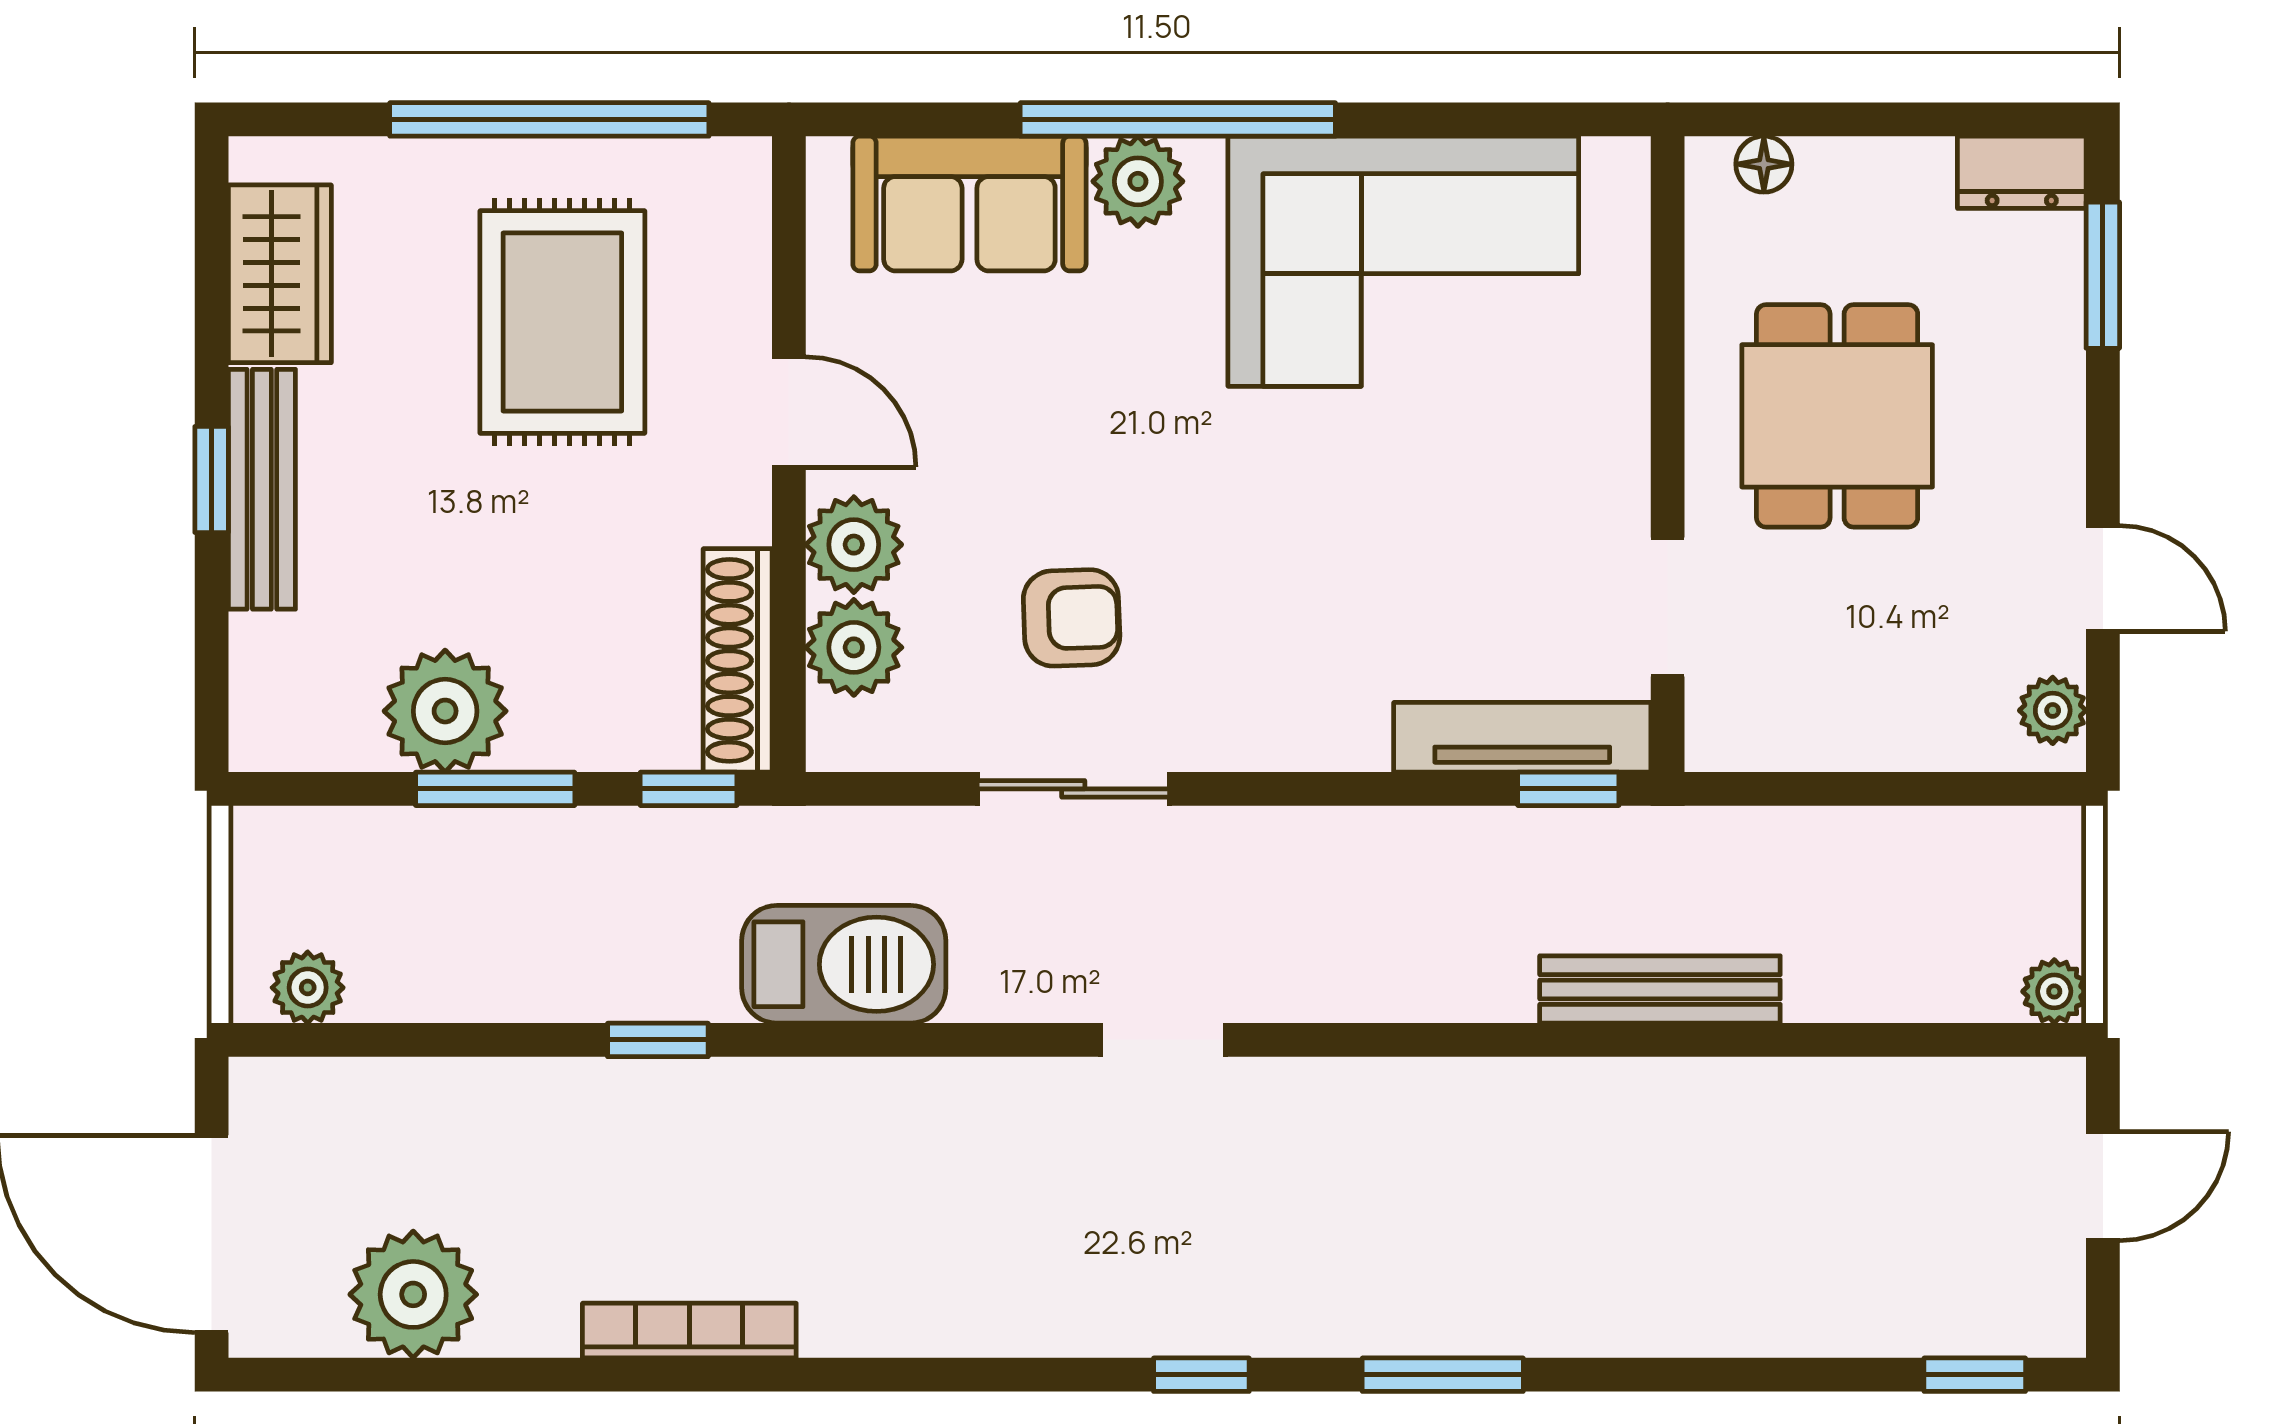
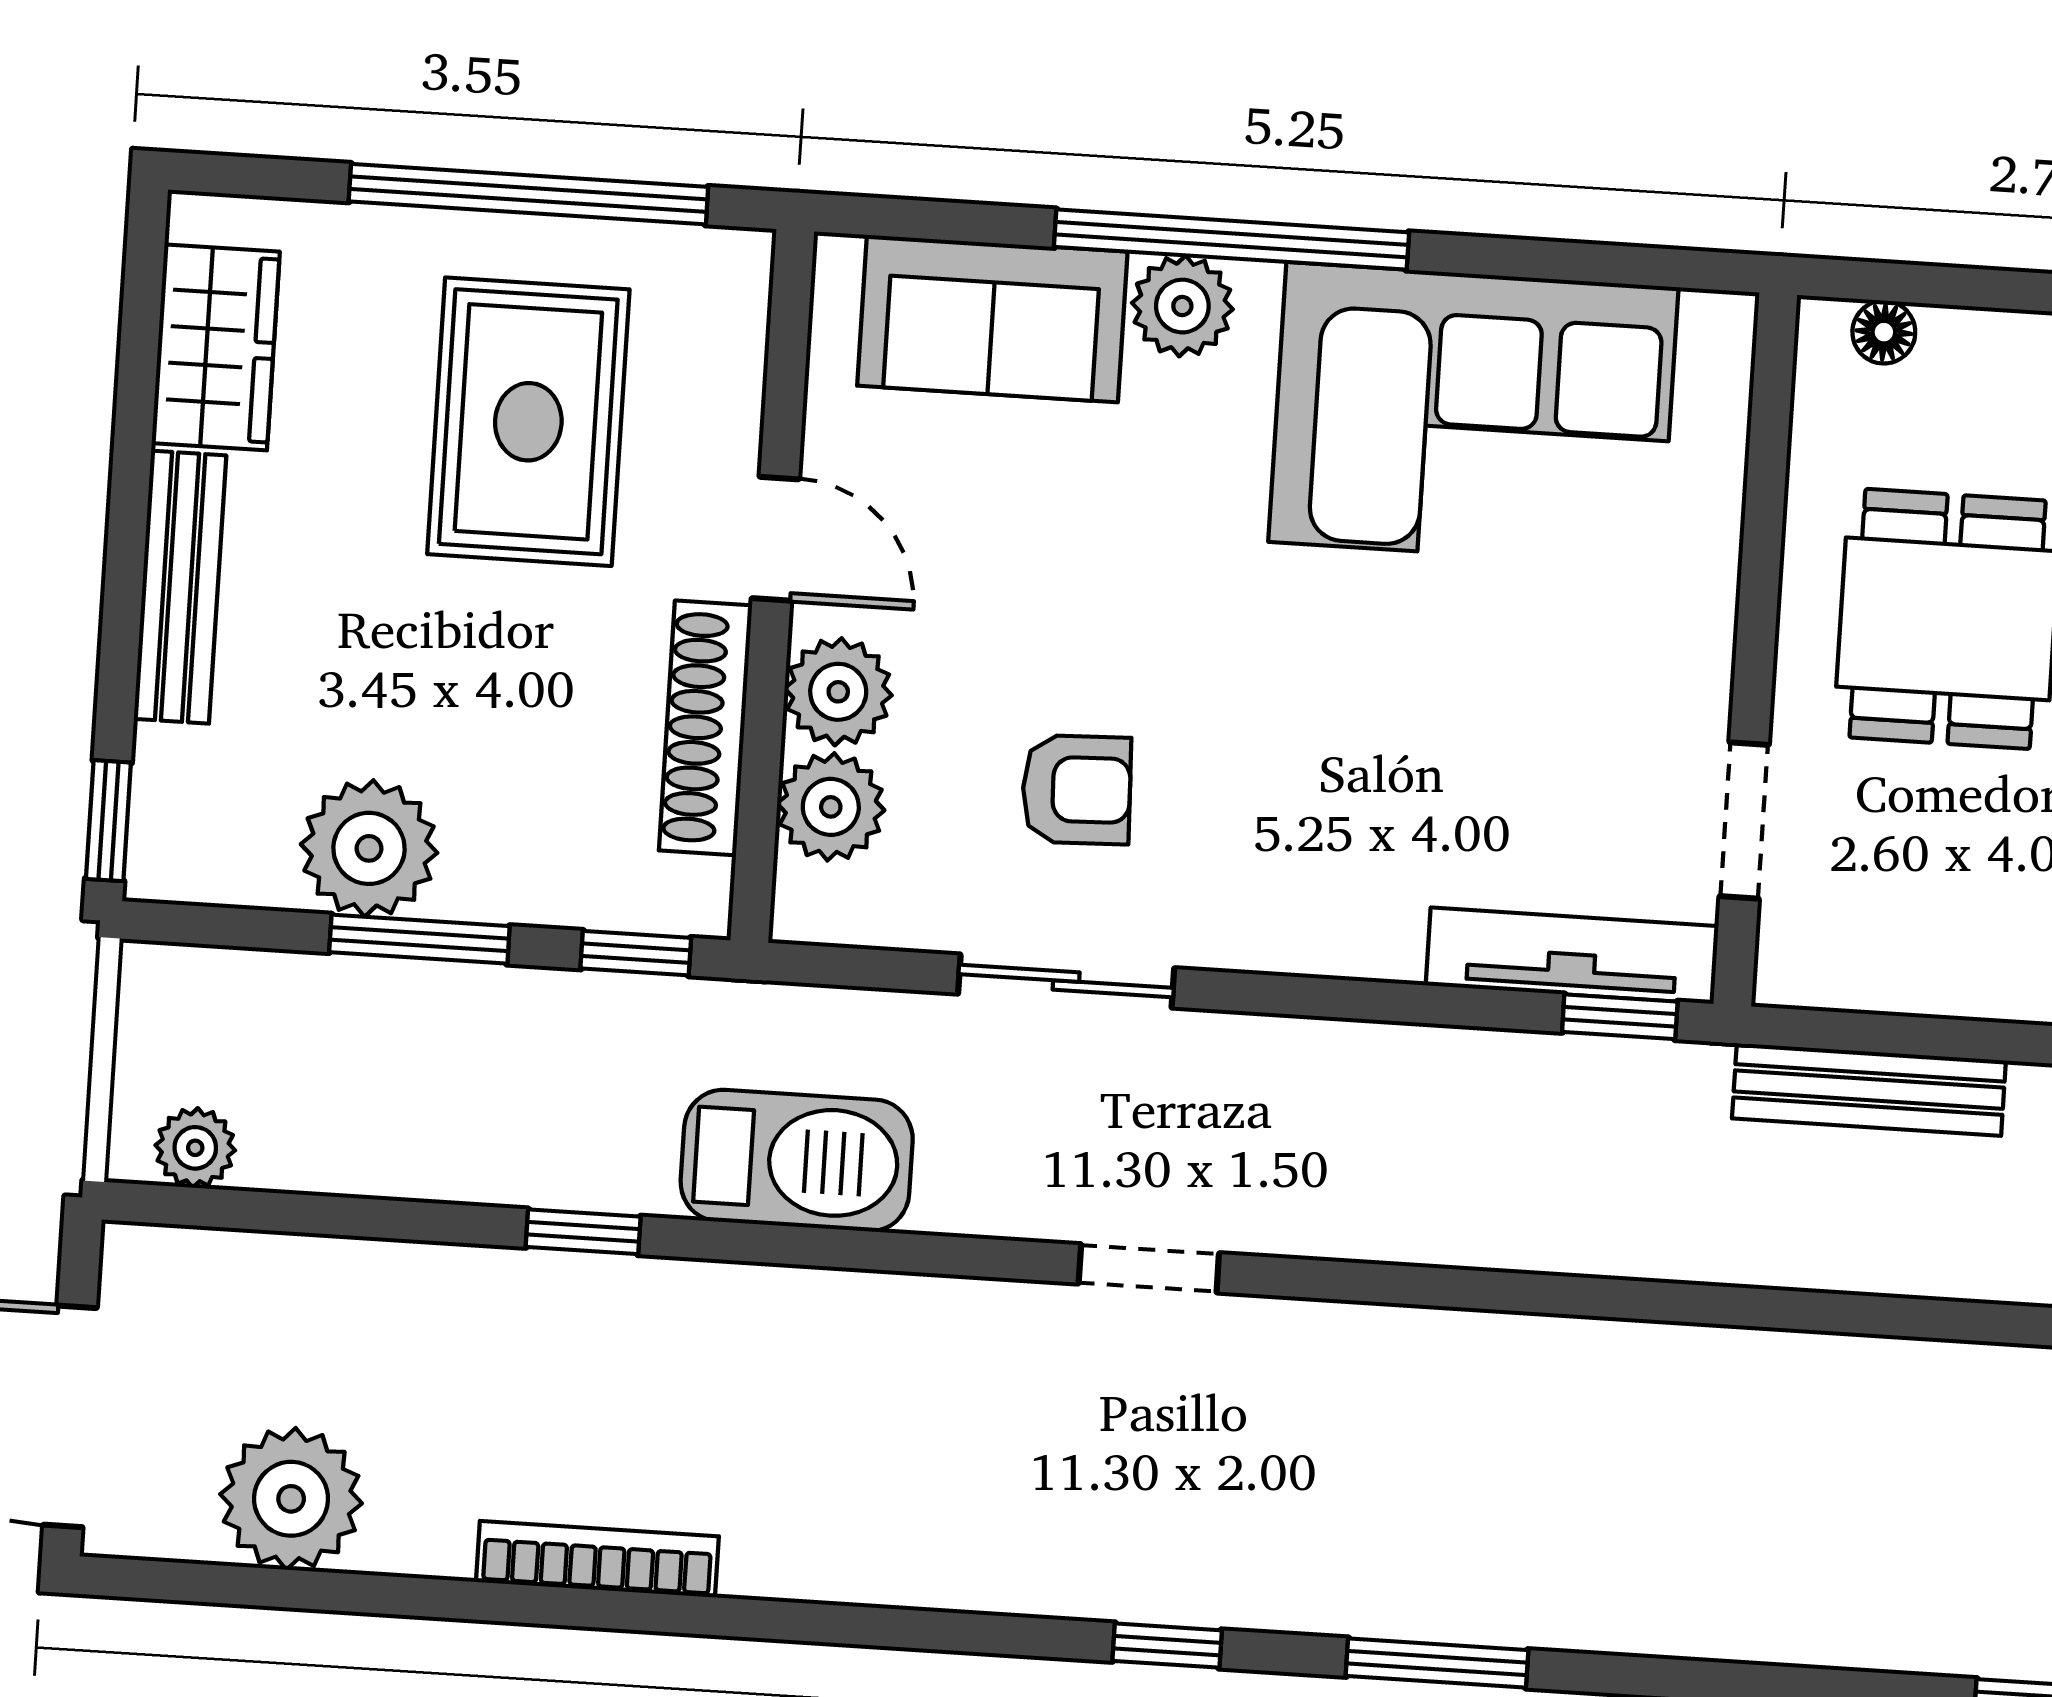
window: (212, 479) -> (108, 821), moved
shoe rack: (738, 660) -> (706, 728), moved
bench: (1660, 990) -> (1869, 1090), moved

